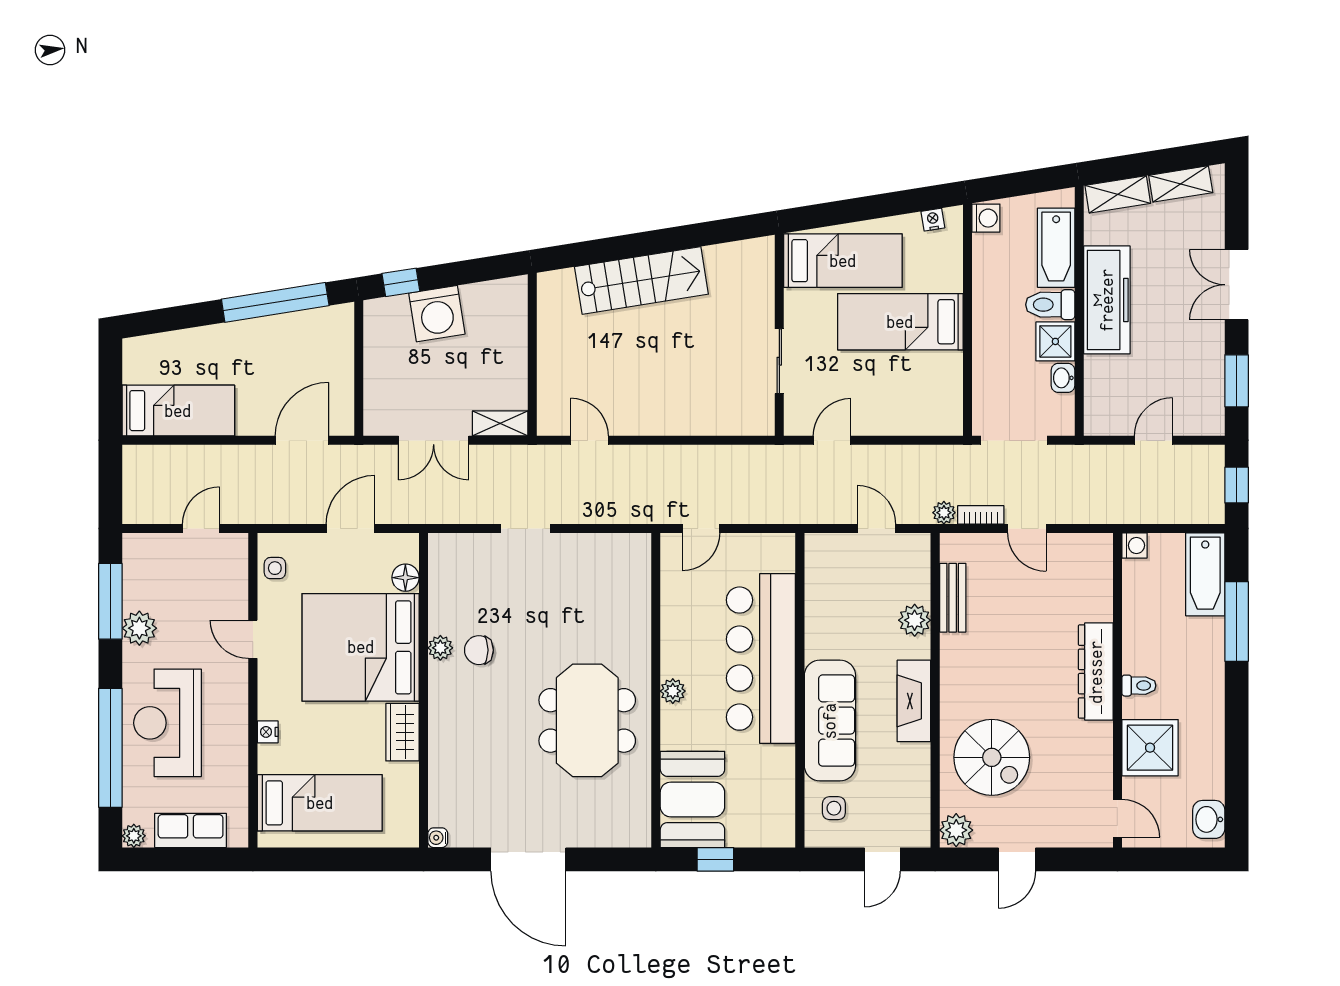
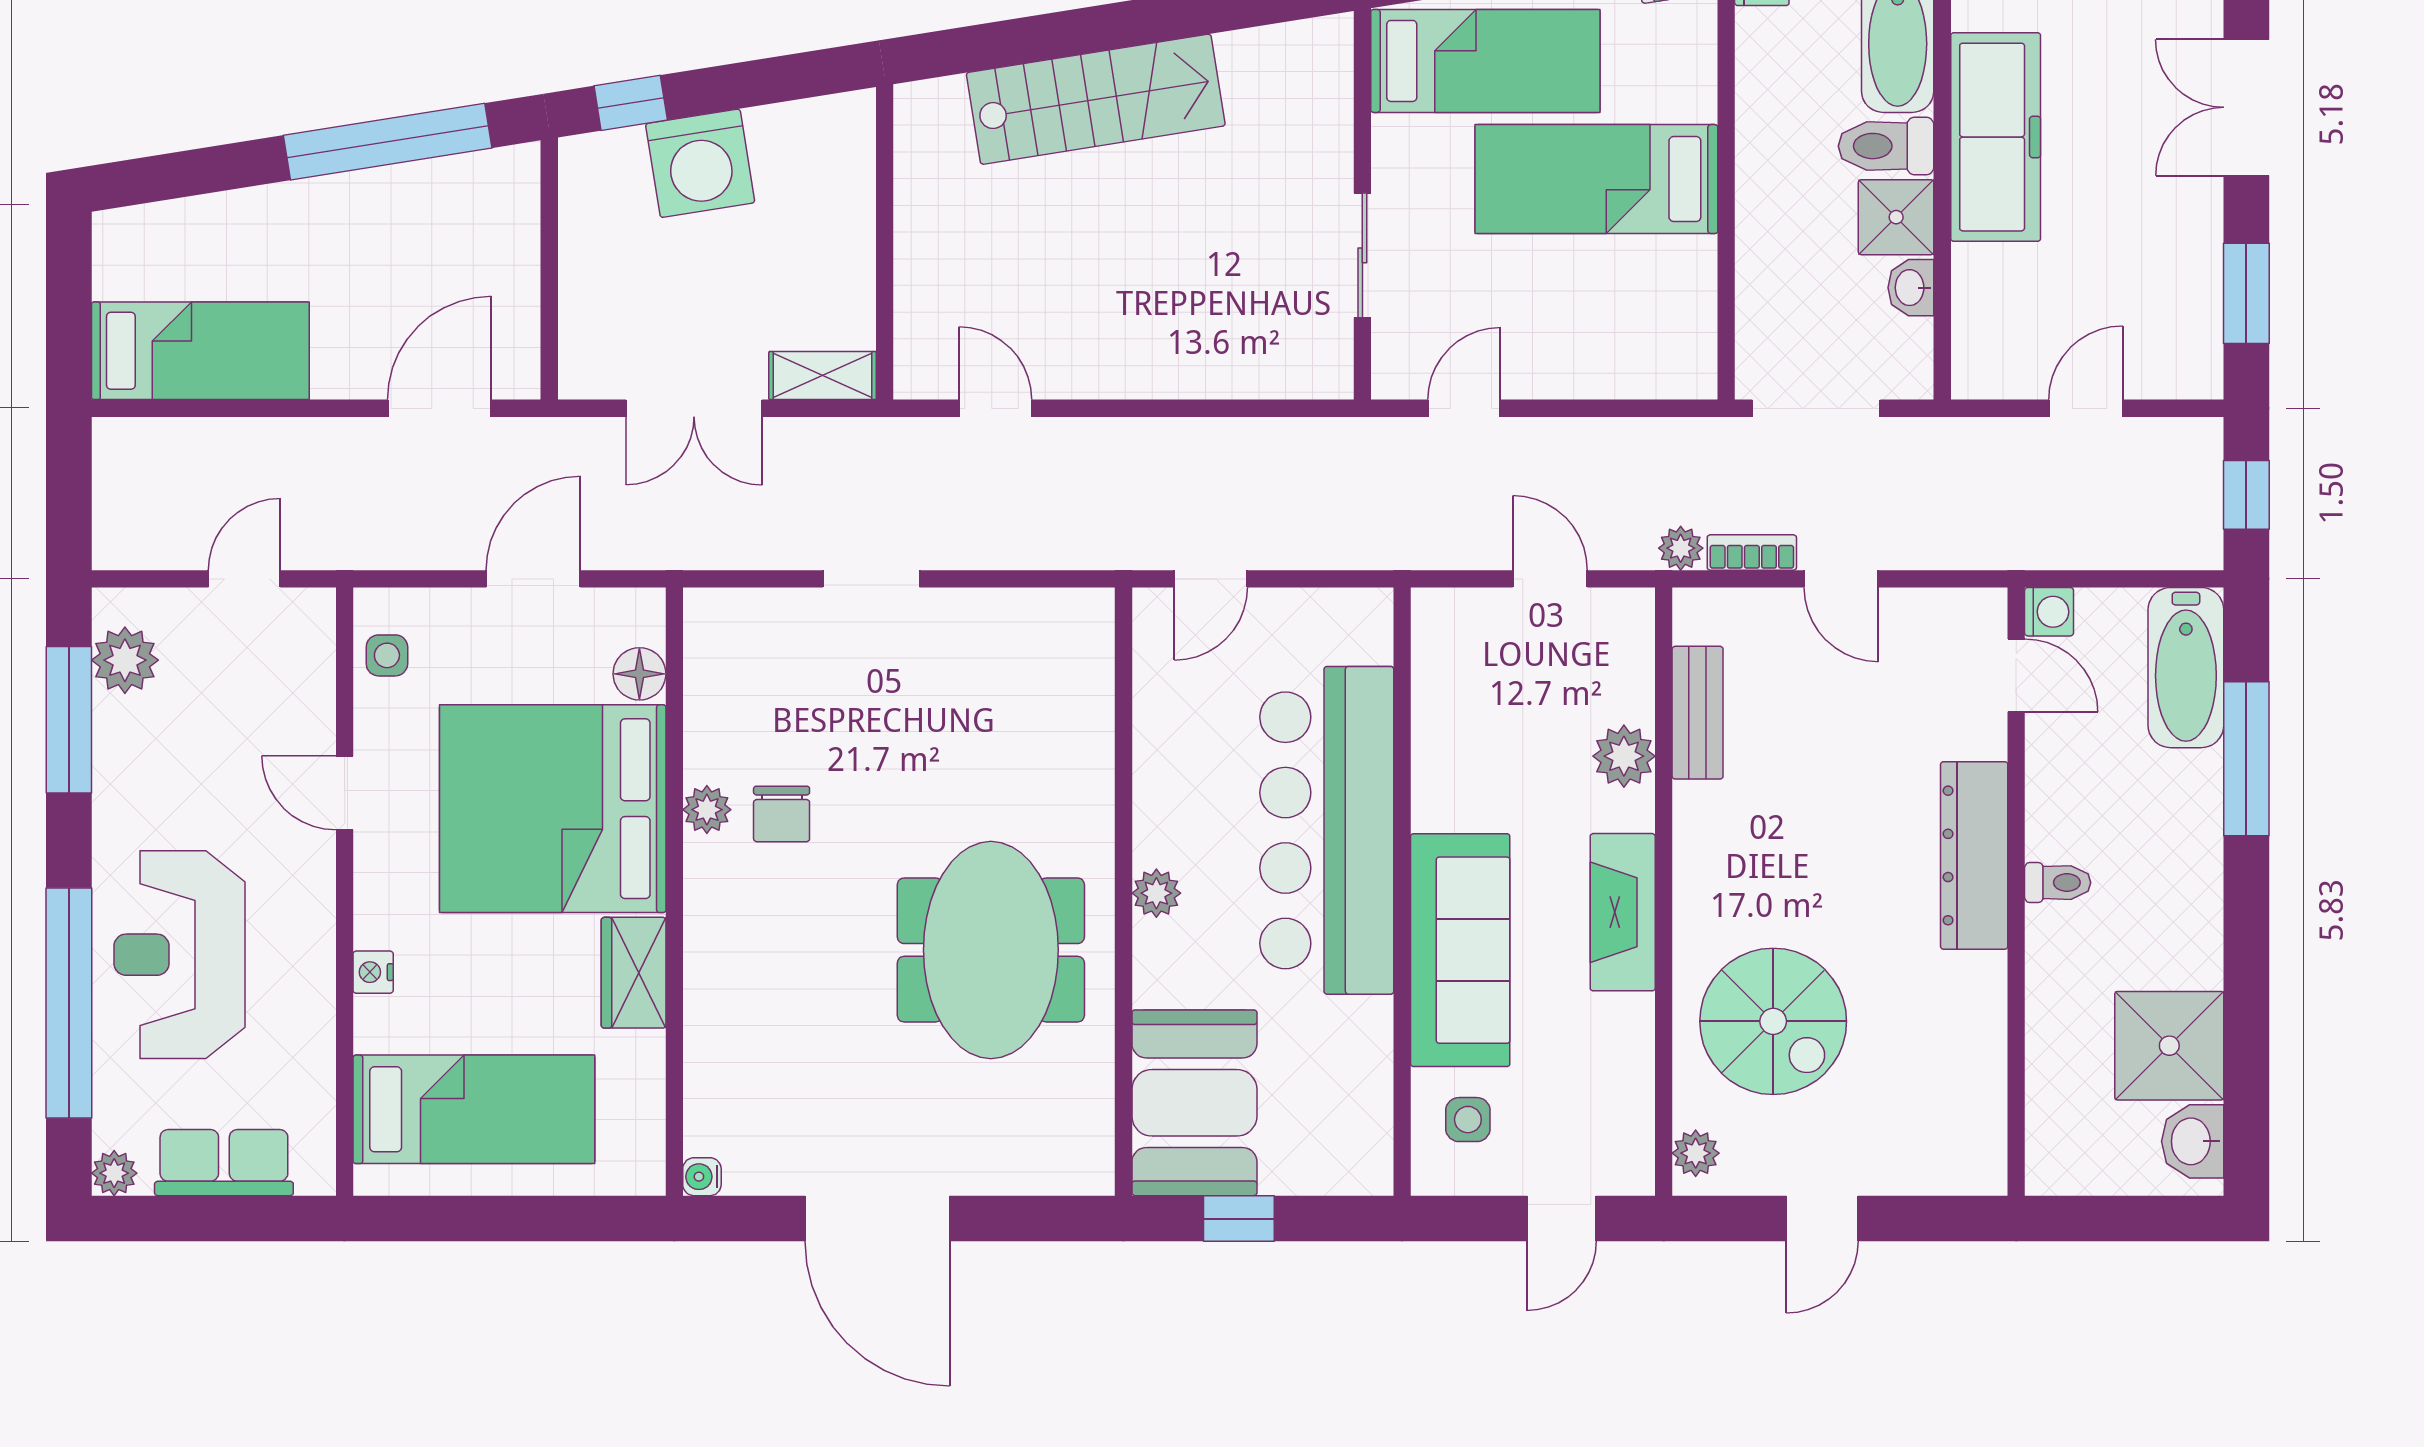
plant: (139, 628) -> (125, 660), moved
chair: (479, 650) -> (782, 814), turned -90
shower: (1150, 748) -> (2169, 1046), moved
door: (1117, 818) -> (2016, 675), moved
plant: (956, 830) -> (1696, 1153), width x0.73, depth x0.73

